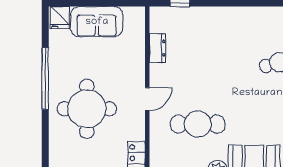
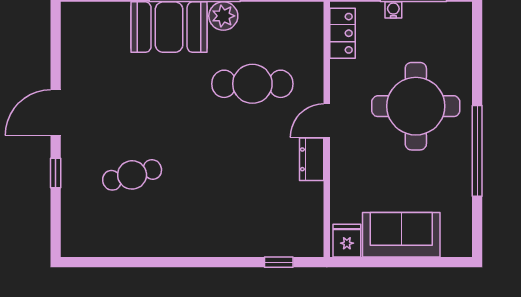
fridge: (60, 18) -> (347, 241), moved
dresser: (157, 48) -> (312, 159), moved

